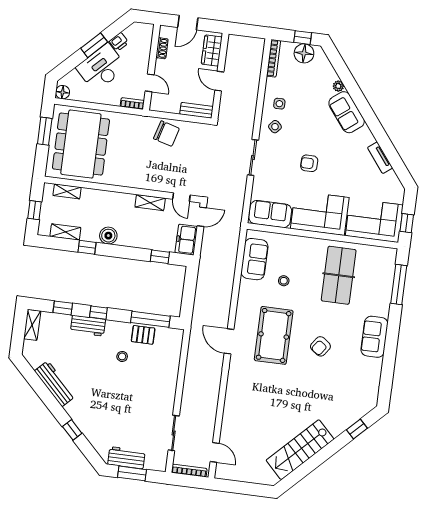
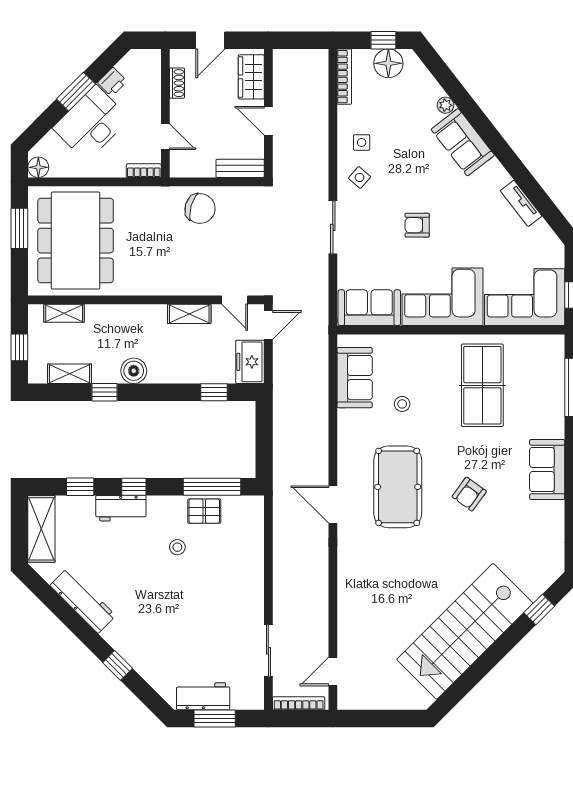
shelving: (32, 325) -> (41, 529), width x1.50, depth x1.33
stairs: (300, 450) -> (465, 631), width x1.36, depth x1.51
door: (215, 452) -> (333, 671), swing flipped

